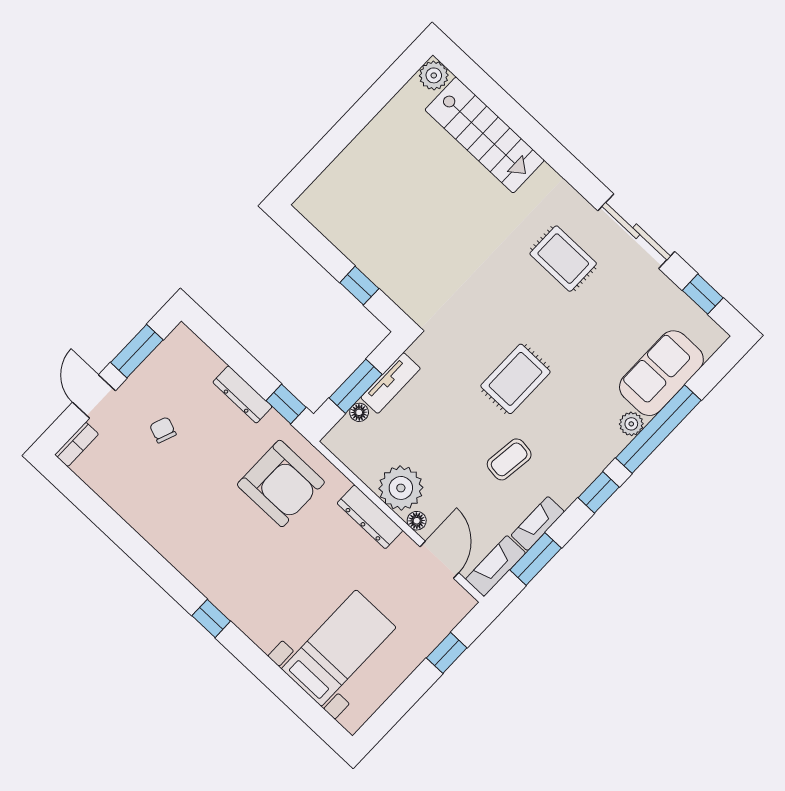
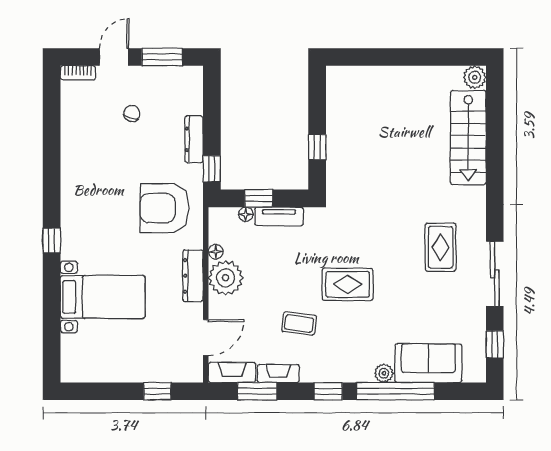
window: (356, 386) -> (259, 198), width x0.67
armchair: (281, 483) -> (164, 208), turned 90
floor lamp: (417, 521) -> (216, 252), moved
bed with nightstands: (339, 648) -> (103, 297), moved

